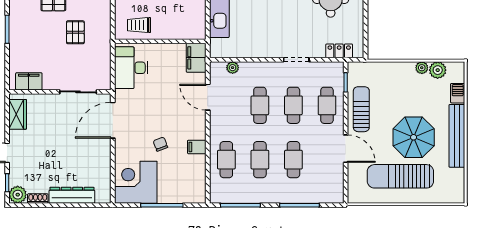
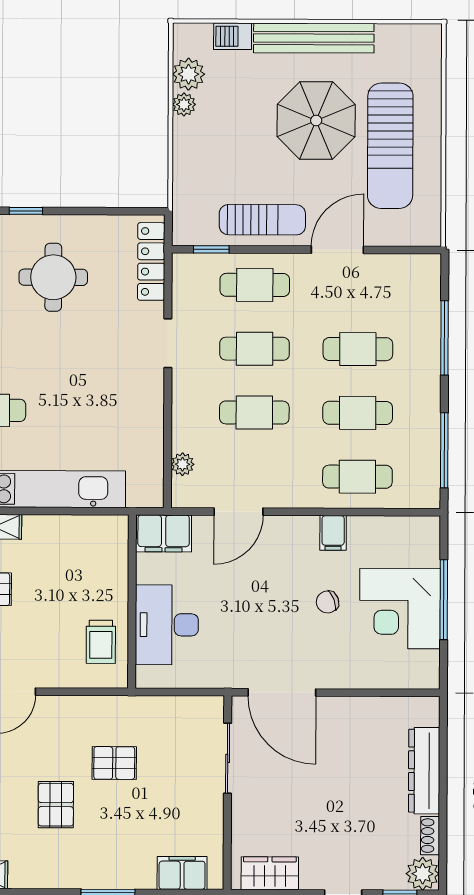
locker: (339, 51) -> (151, 261), width x1.53
desk: (131, 68) -> (167, 625), moved, turned 90
filing cabinet: (29, 81) -> (182, 873), moved, turned 90
sun lounger: (361, 109) -> (262, 220), turned 180
corner desk: (136, 182) -> (400, 609), moved

